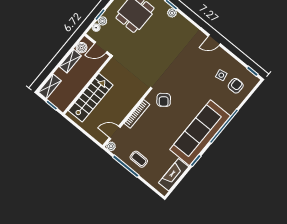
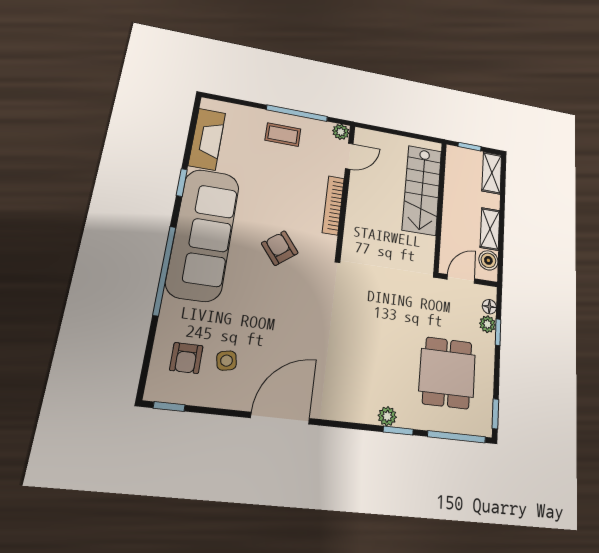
door: (214, 40) -> (280, 418), width x1.87
armchair: (164, 100) -> (280, 248), moved

